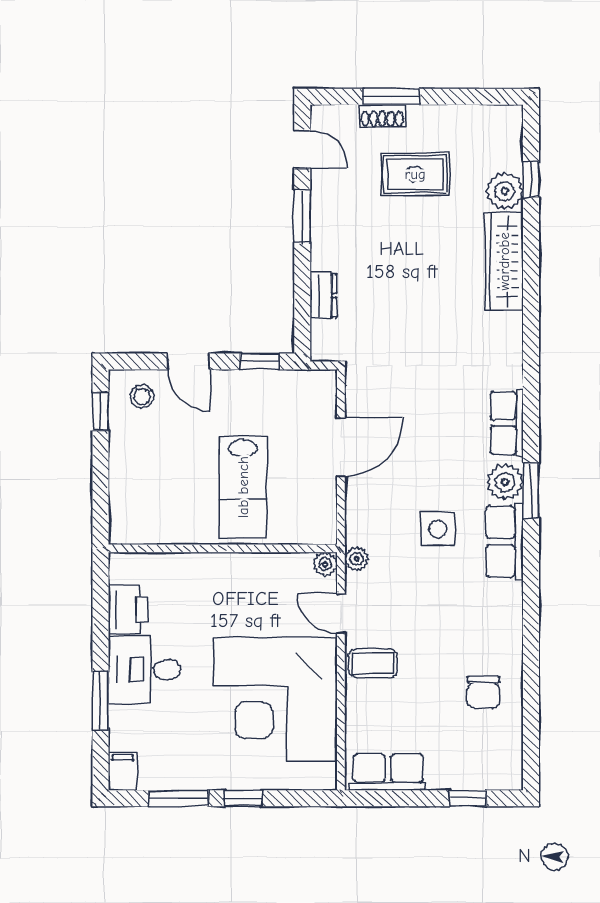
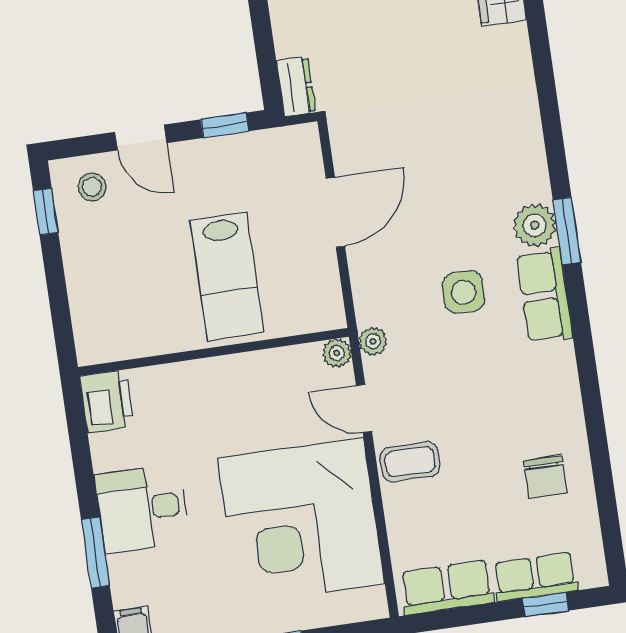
dresser: (323, 295) -> (296, 87), moved
row of seats: (507, 423) -> (535, 577), moved, turned 90
printer: (128, 609) -> (107, 401), moved

